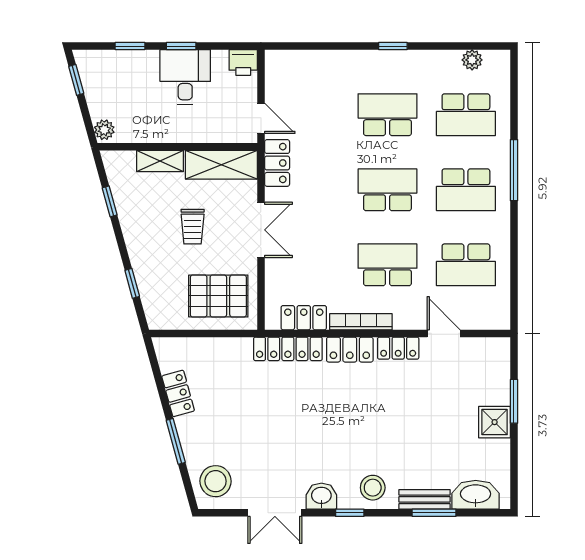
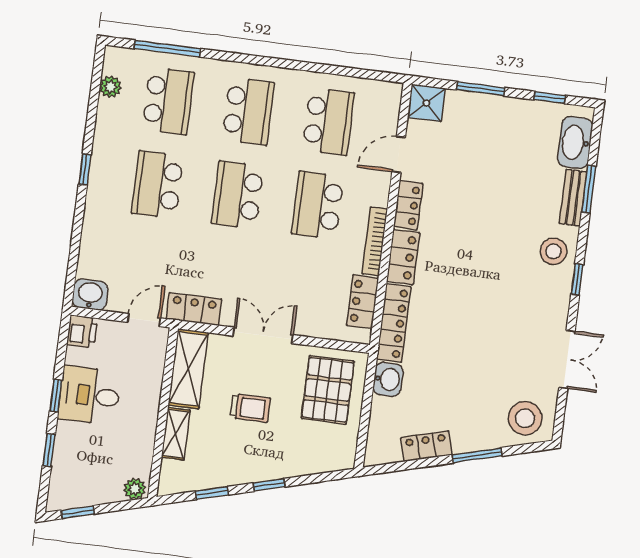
washbasin: (278, 66) -> (90, 295), added
window: (514, 170) -> (167, 49), moved
window: (132, 283) -> (269, 485), moved
shower: (495, 422) -> (426, 103), moved
window: (514, 466) -> (550, 98), added
washbasin: (321, 496) -> (388, 379), moved, turned 180

